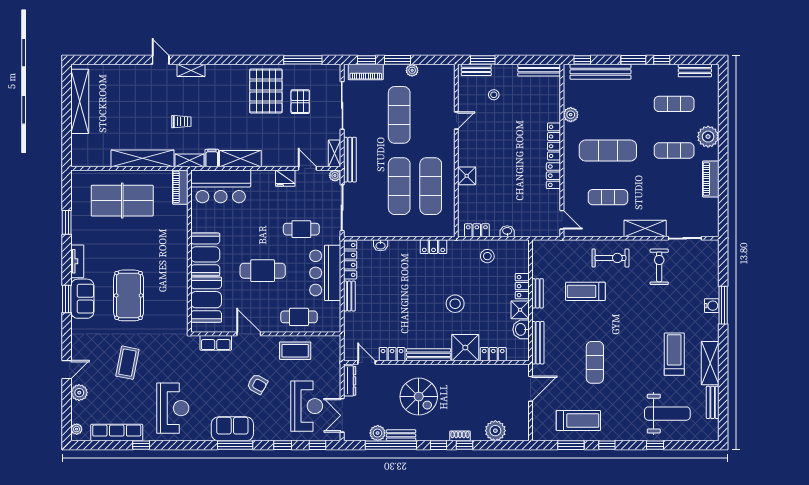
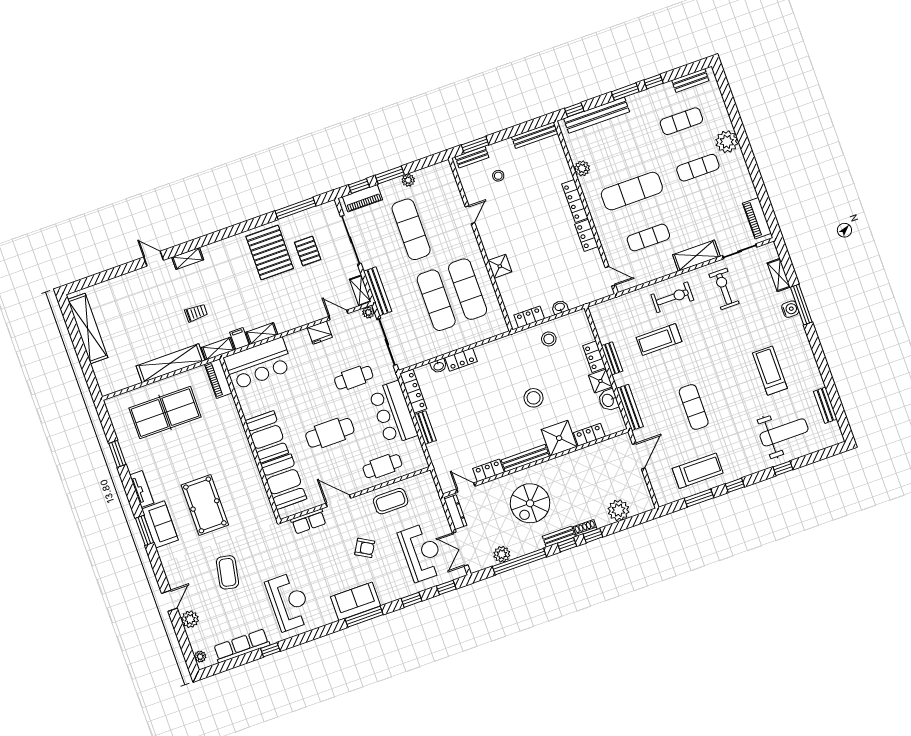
shelving: (240, 159) -> (262, 333), width x0.67, depth x0.75
piano: (711, 179) -> (757, 218), moved
locker: (434, 247) -> (461, 360), moved
shelving: (710, 363) -> (779, 275), moved, width x0.67, depth x0.75
spiral stairs: (419, 397) -> (530, 503), turned 90
bench: (401, 435) -> (559, 537), moved

